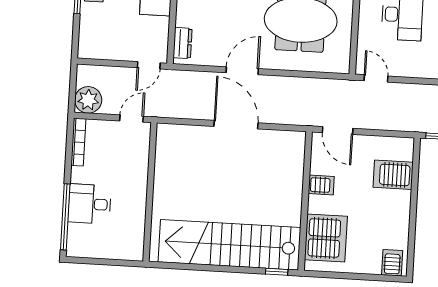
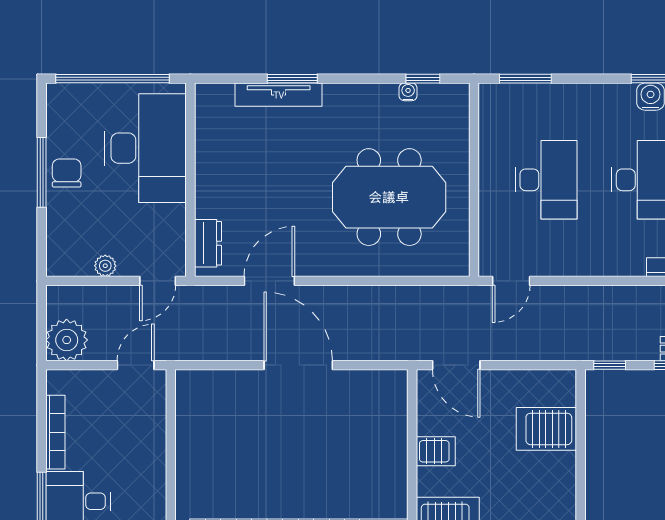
plant: (116, 54) -> (105, 266), added
door: (242, 71) -> (269, 281), moved
door: (376, 78) -> (511, 281), swing flipped
bookcase: (78, 142) -> (55, 432), moved

